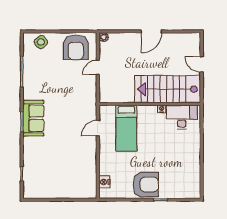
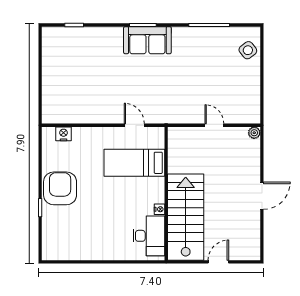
door: (151, 31) -> (262, 196), swing flipped
armchair: (76, 47) -> (241, 96), removed
armchair: (146, 185) -> (60, 188), turned 180

